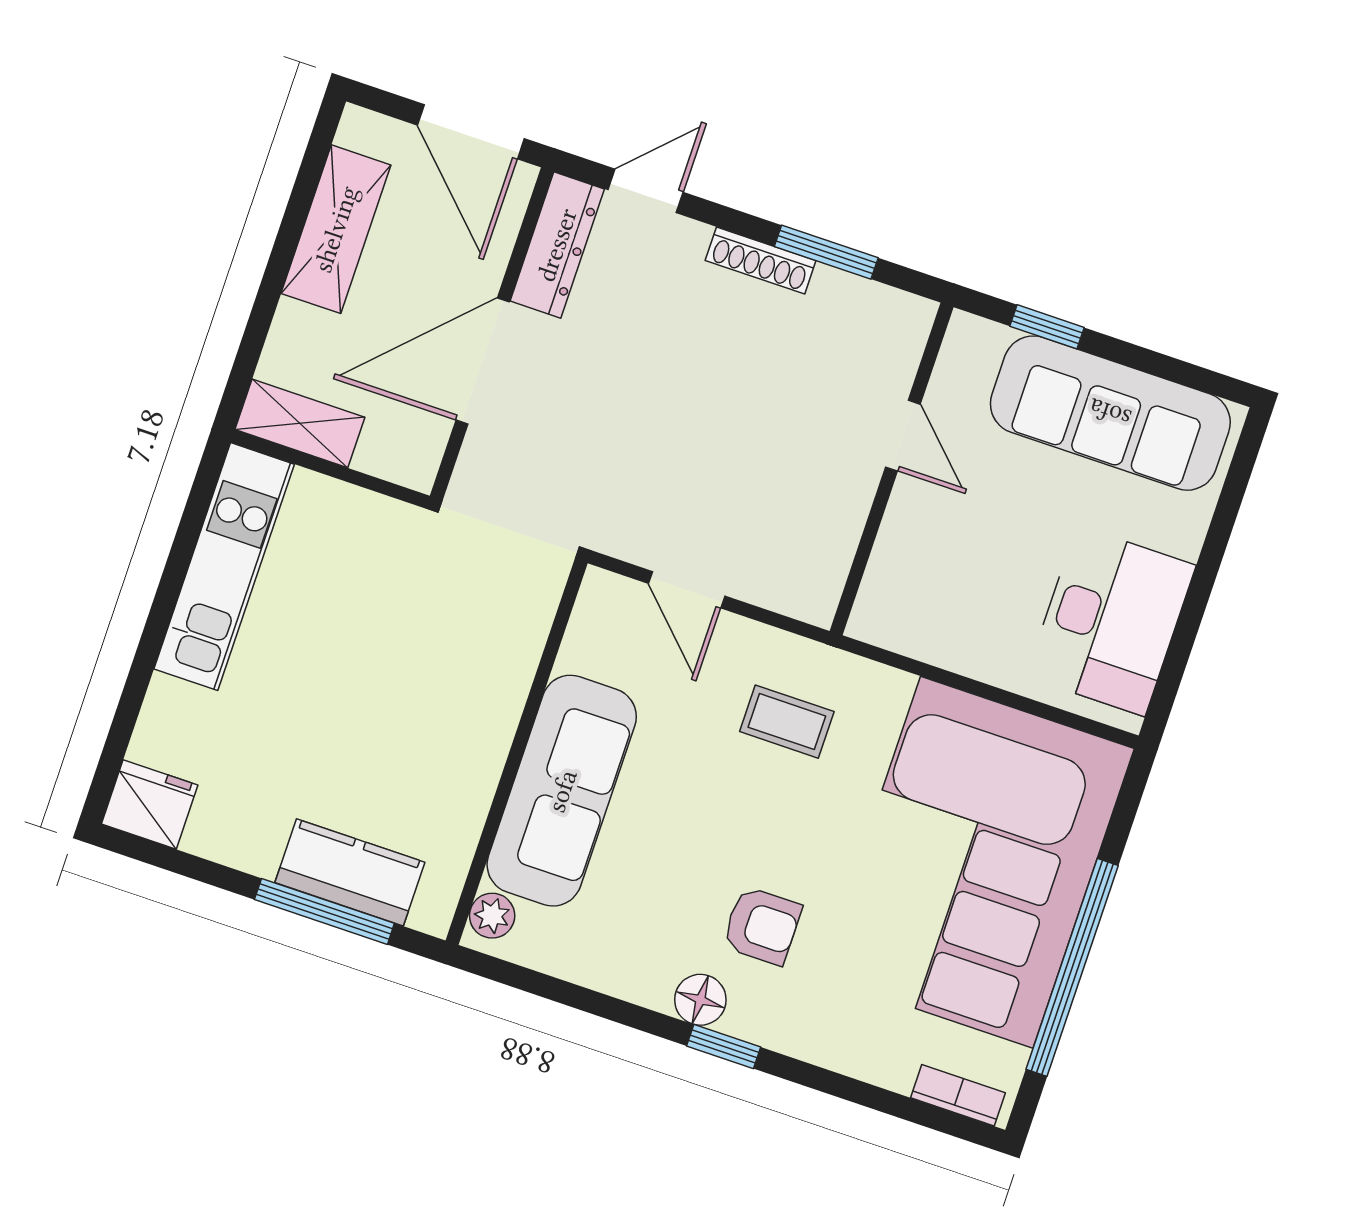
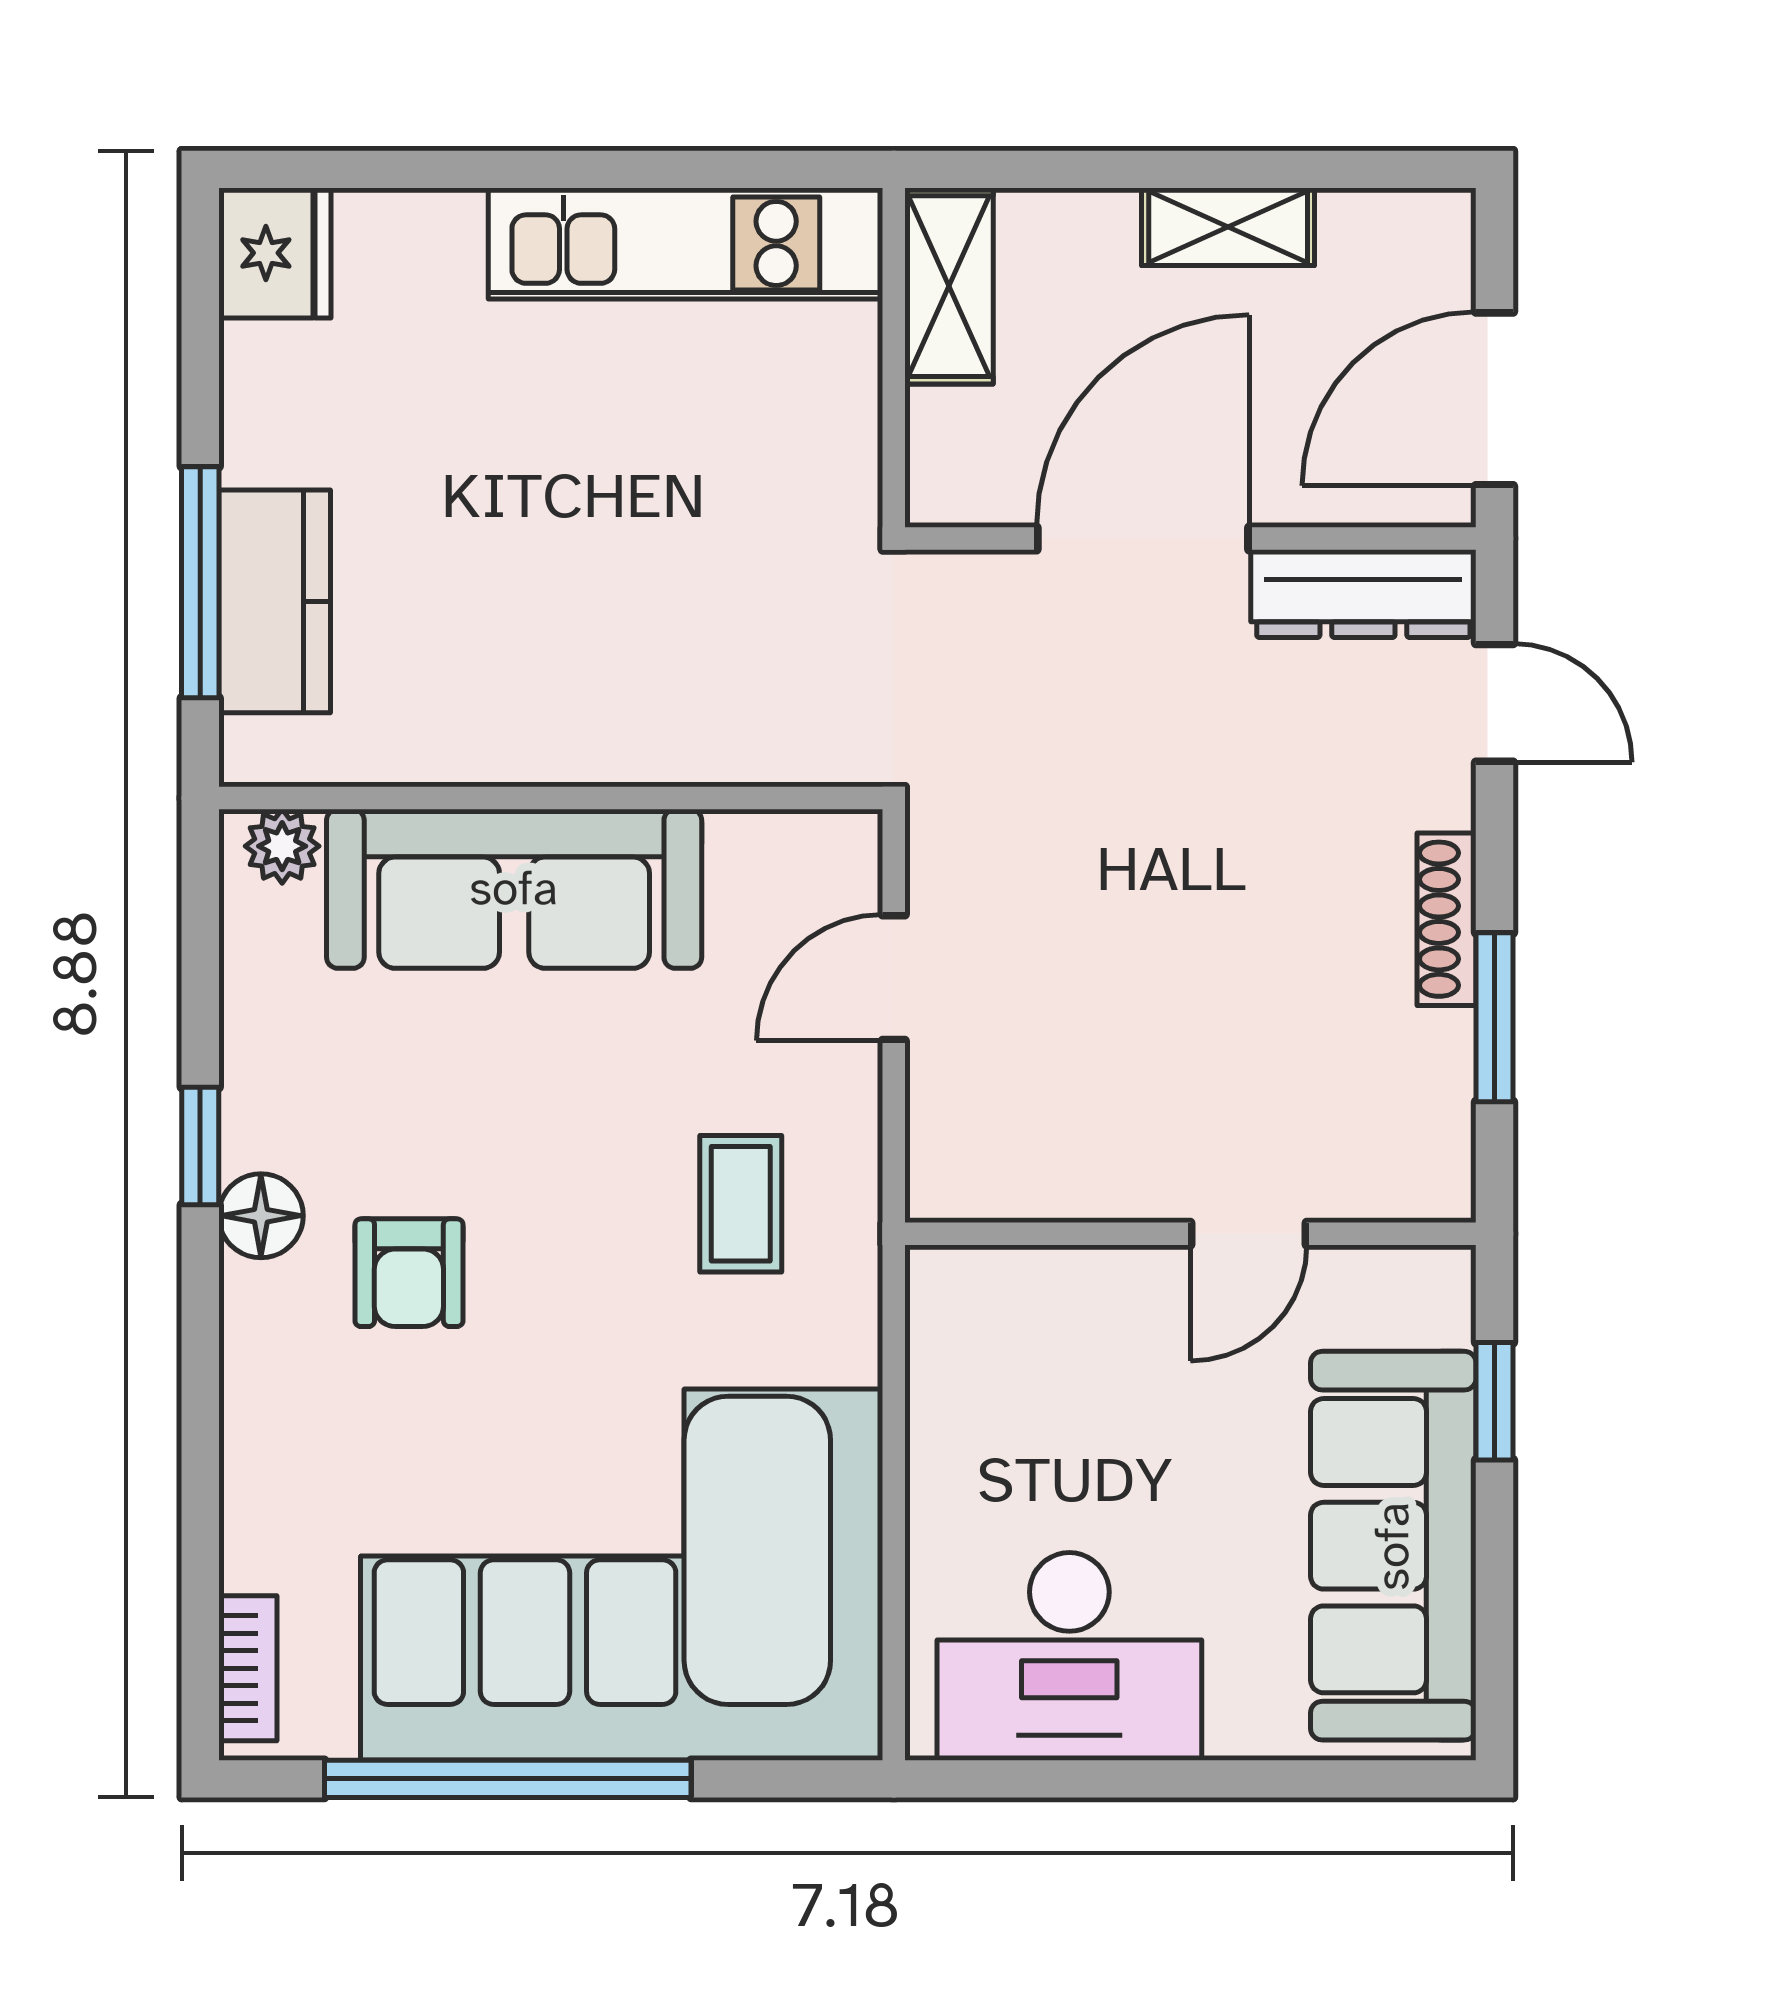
shelving: (336, 229) -> (1228, 227), width x0.67, depth x0.75
door: (483, 361) -> (1143, 538), hinge flipped
window: (724, 1046) -> (200, 1146), moved

